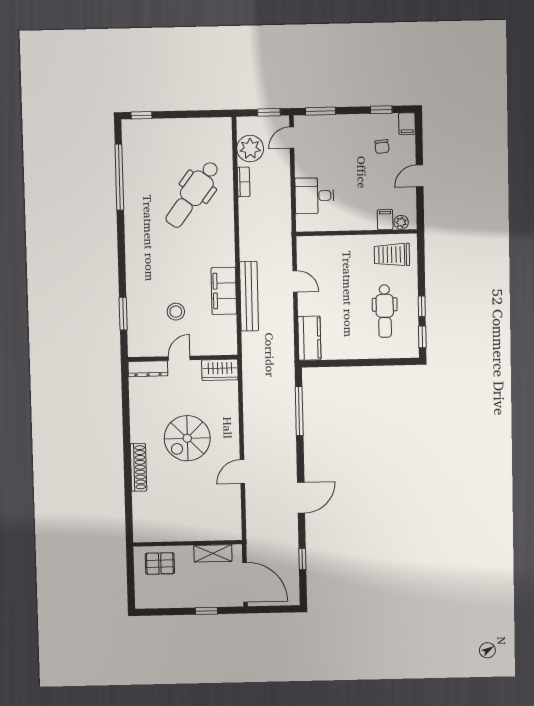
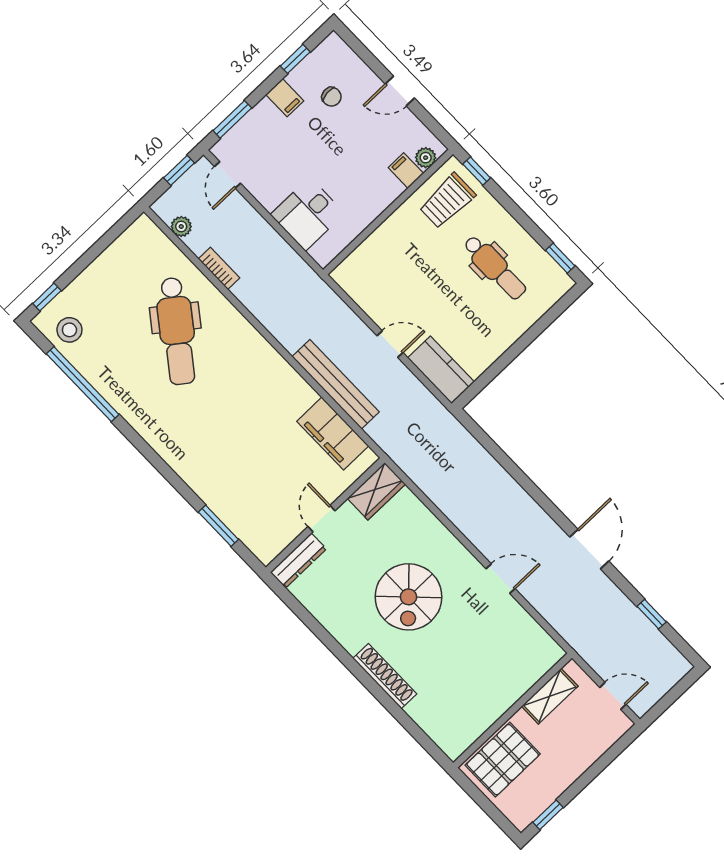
filing cabinet: (407, 124) -> (285, 98), moved
plant: (250, 149) -> (181, 227), width x0.53, depth x0.53
door: (420, 176) -> (400, 91), hinge flipped
door: (295, 281) -> (390, 344), moved
filing cabinet: (224, 291) -> (333, 434), moved
window: (422, 306) -> (477, 171), moved
stool: (176, 312) -> (69, 330), moved
window: (299, 411) -> (502, 458), removed
door: (242, 472) -> (501, 579), swing flipped
pallet: (160, 563) -> (503, 760), width x1.50, depth x1.42
door: (245, 582) -> (613, 696), width x0.53
window: (206, 611) -> (548, 815), moved

